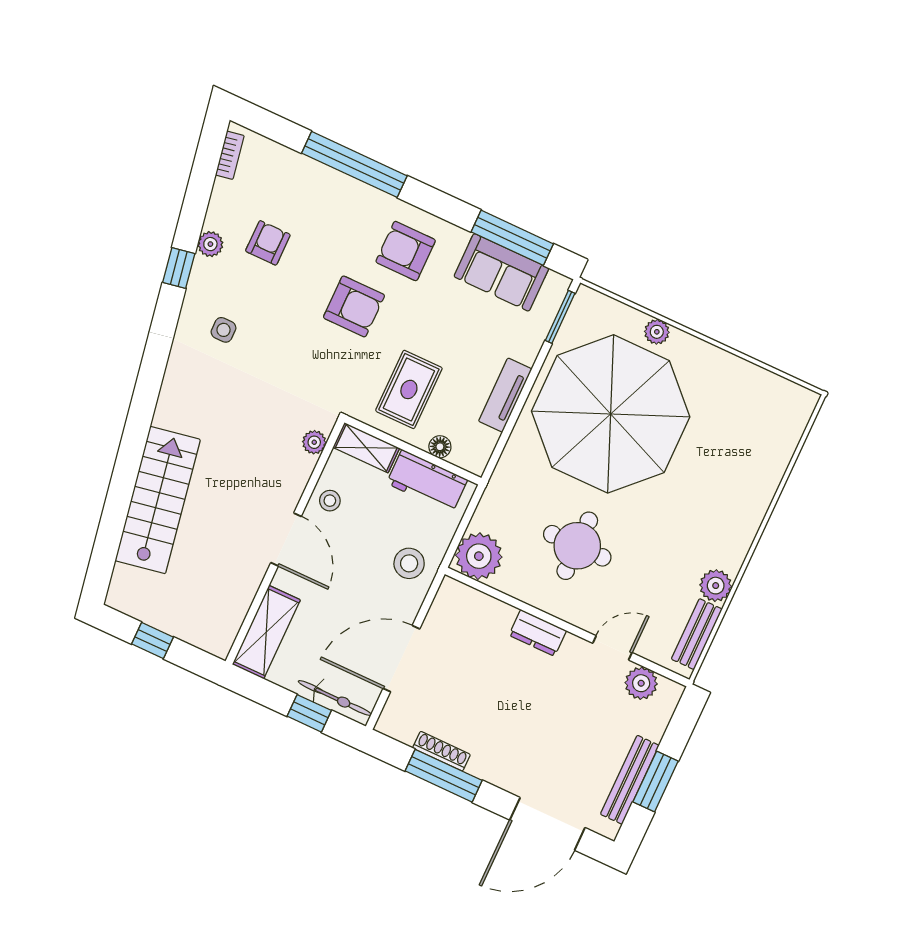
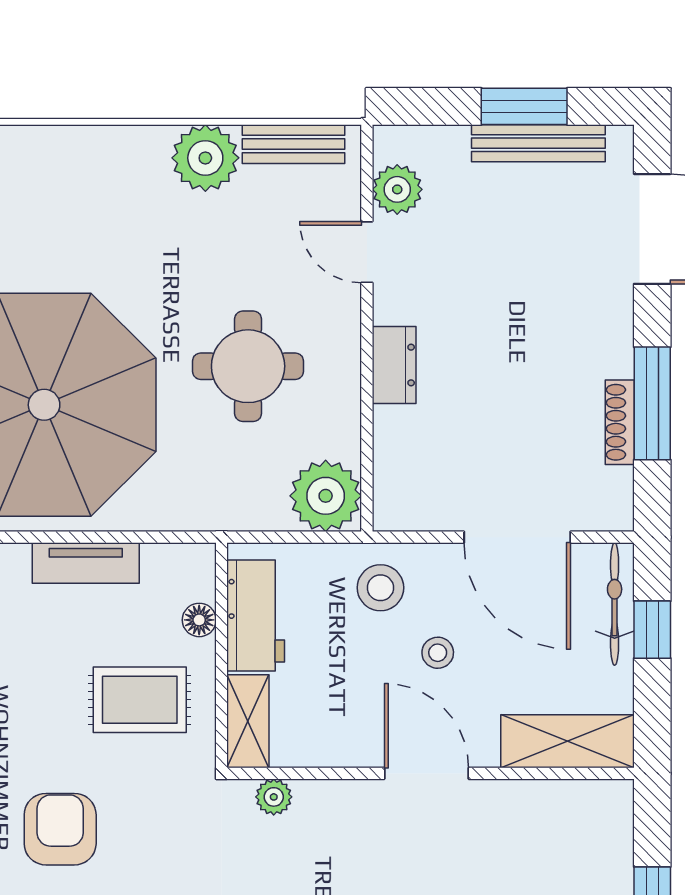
stool: (330, 501) -> (438, 653), moved
door: (286, 540) -> (427, 773), hinge flipped
plant: (716, 586) -> (205, 158), width x1.36, depth x1.36

